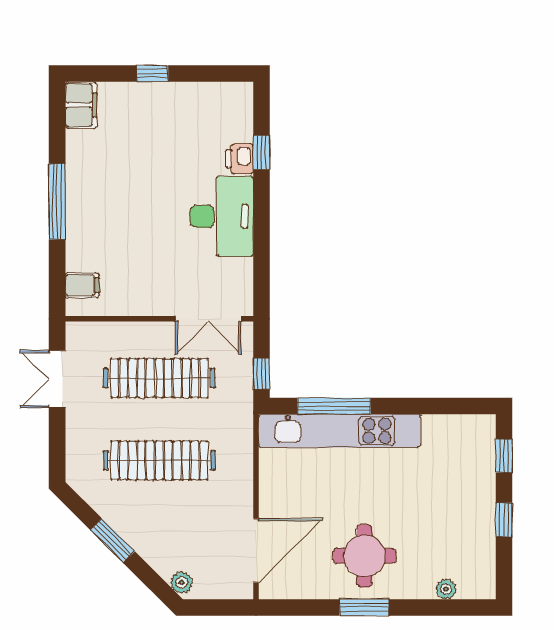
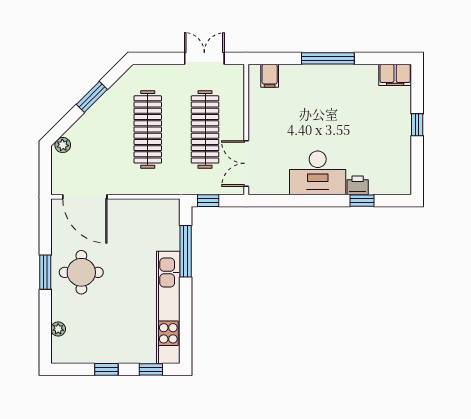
kitchen unit: (340, 431) -> (168, 307), moved

